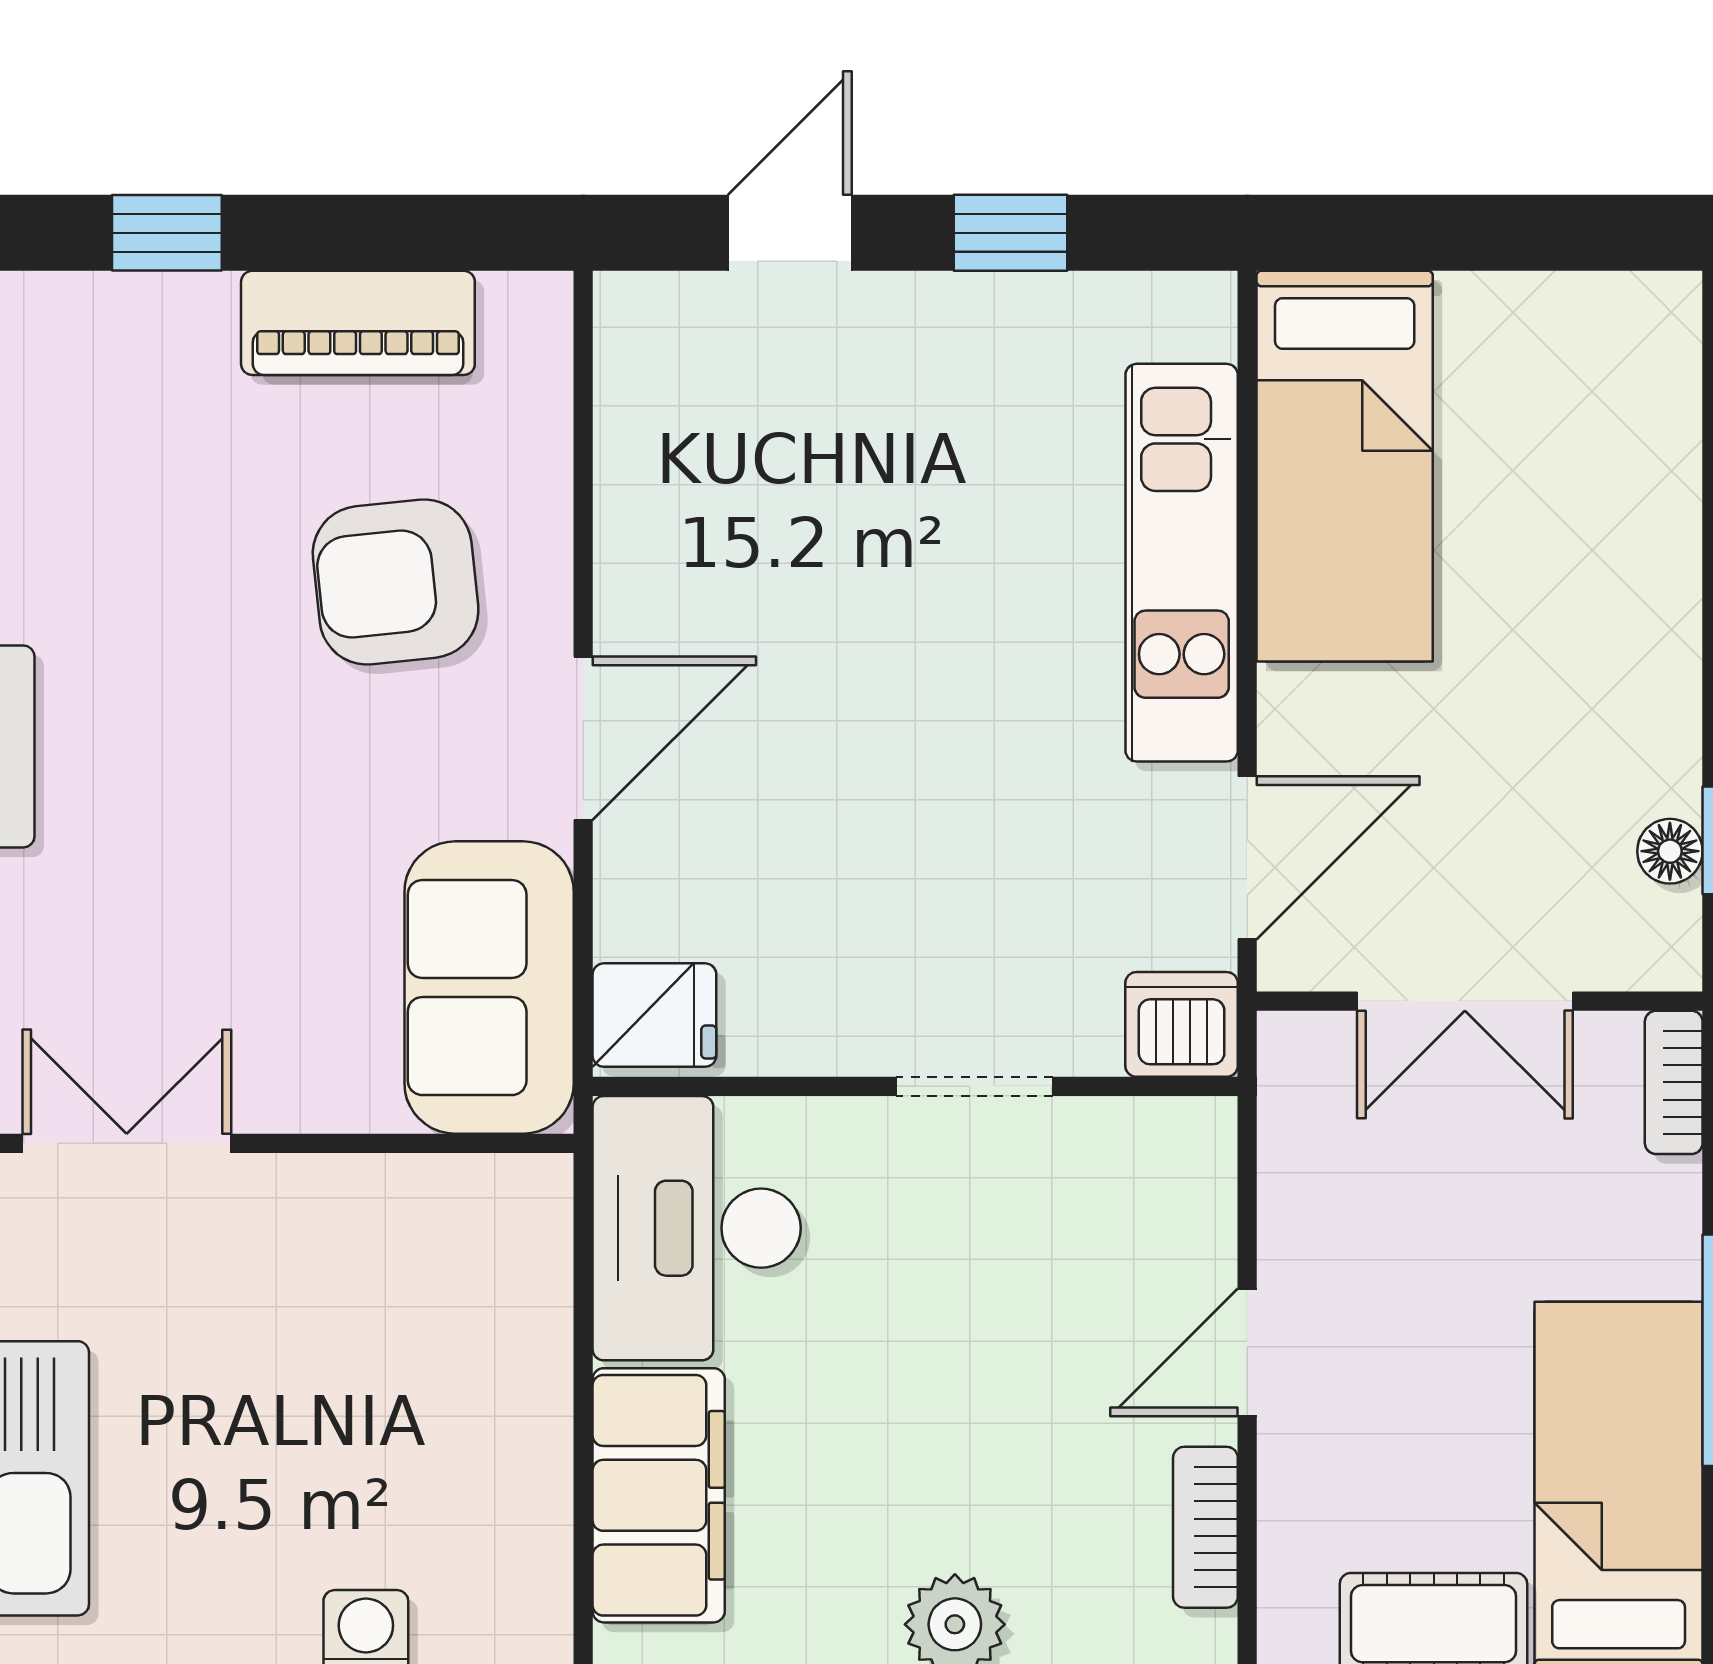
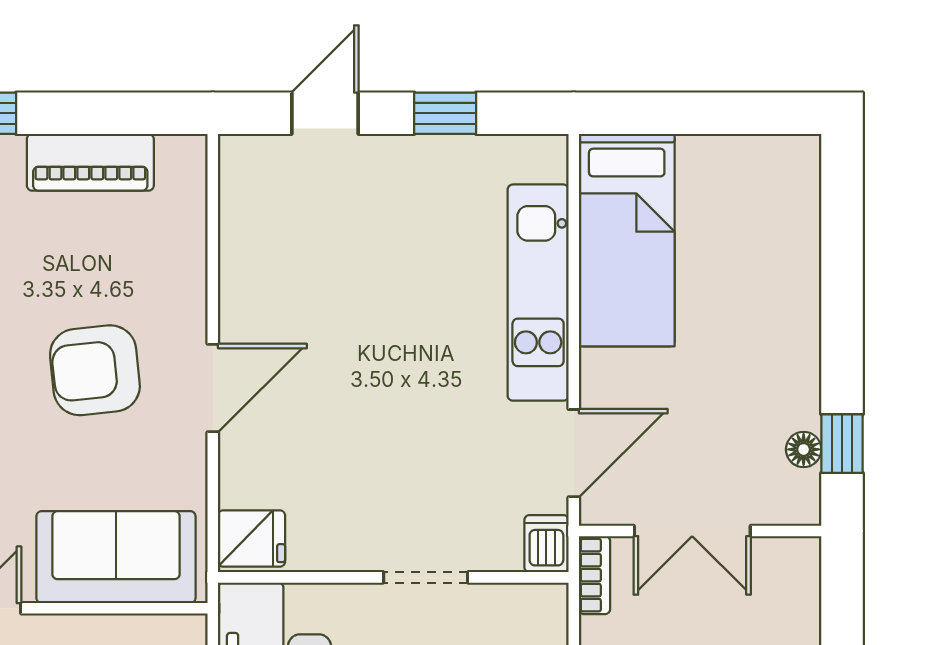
armchair: (396, 582) -> (95, 370), moved
sofa: (489, 988) -> (116, 557), moved, turned 90
dishwasher: (1182, 1024) -> (546, 544), width x0.73
bookcase: (1674, 1082) -> (595, 575), moved, turned 180

